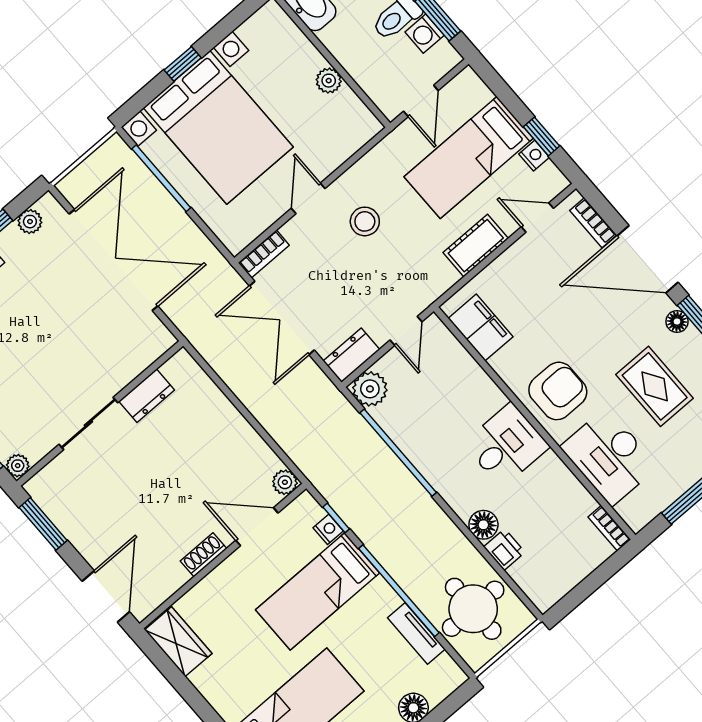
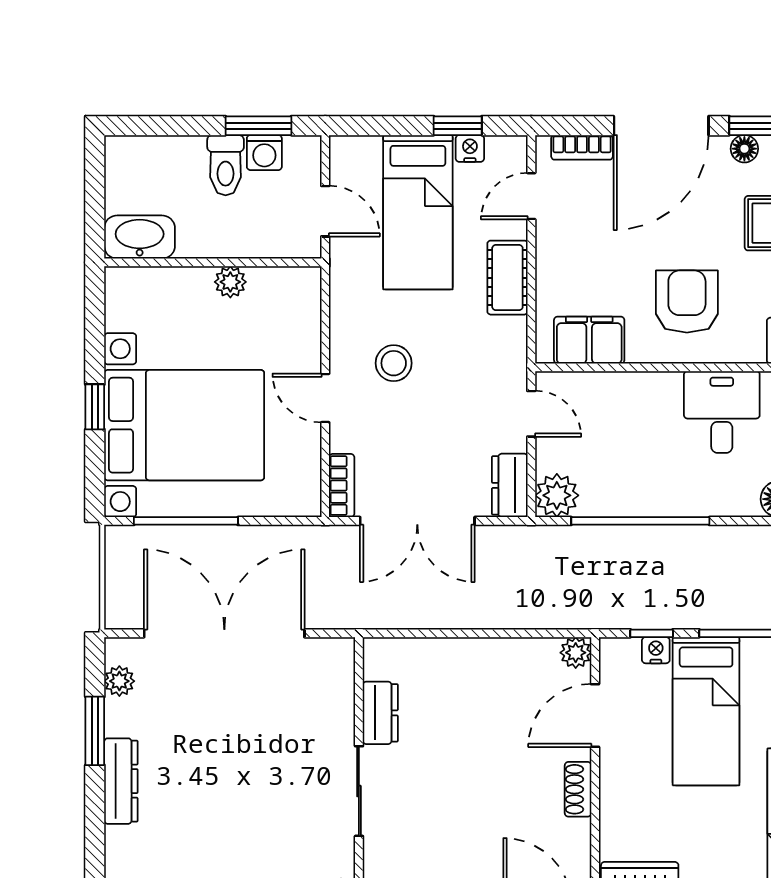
armchair: (558, 391) -> (687, 302), moved

